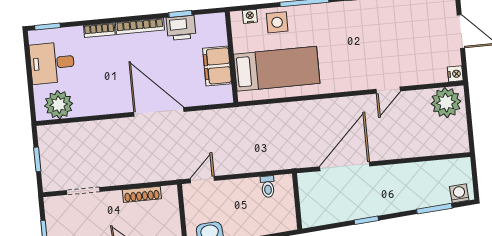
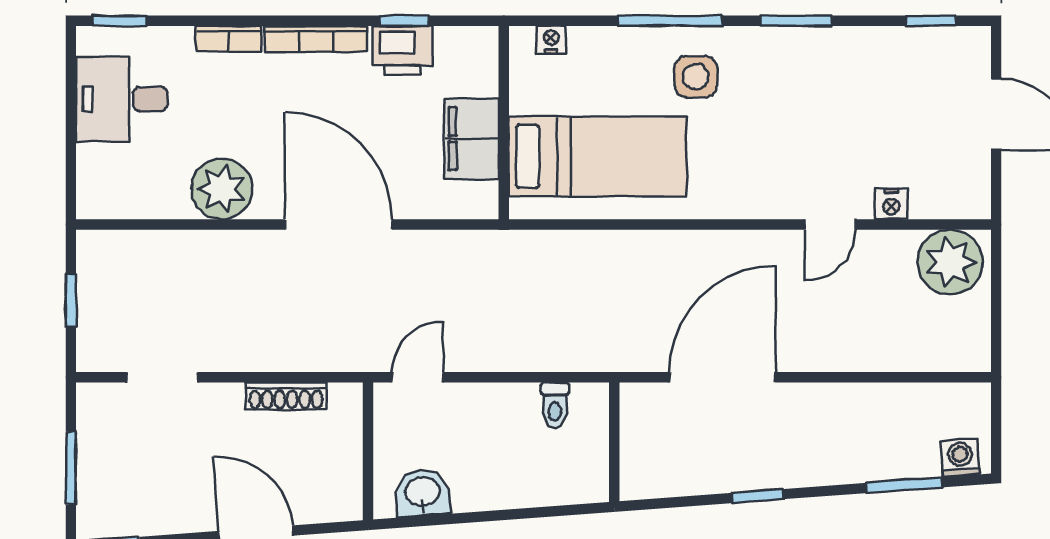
side table: (277, 22) -> (696, 77), moved
nightstand: (455, 74) -> (891, 204), moved, turned 90
plant: (59, 105) -> (222, 189), moved

